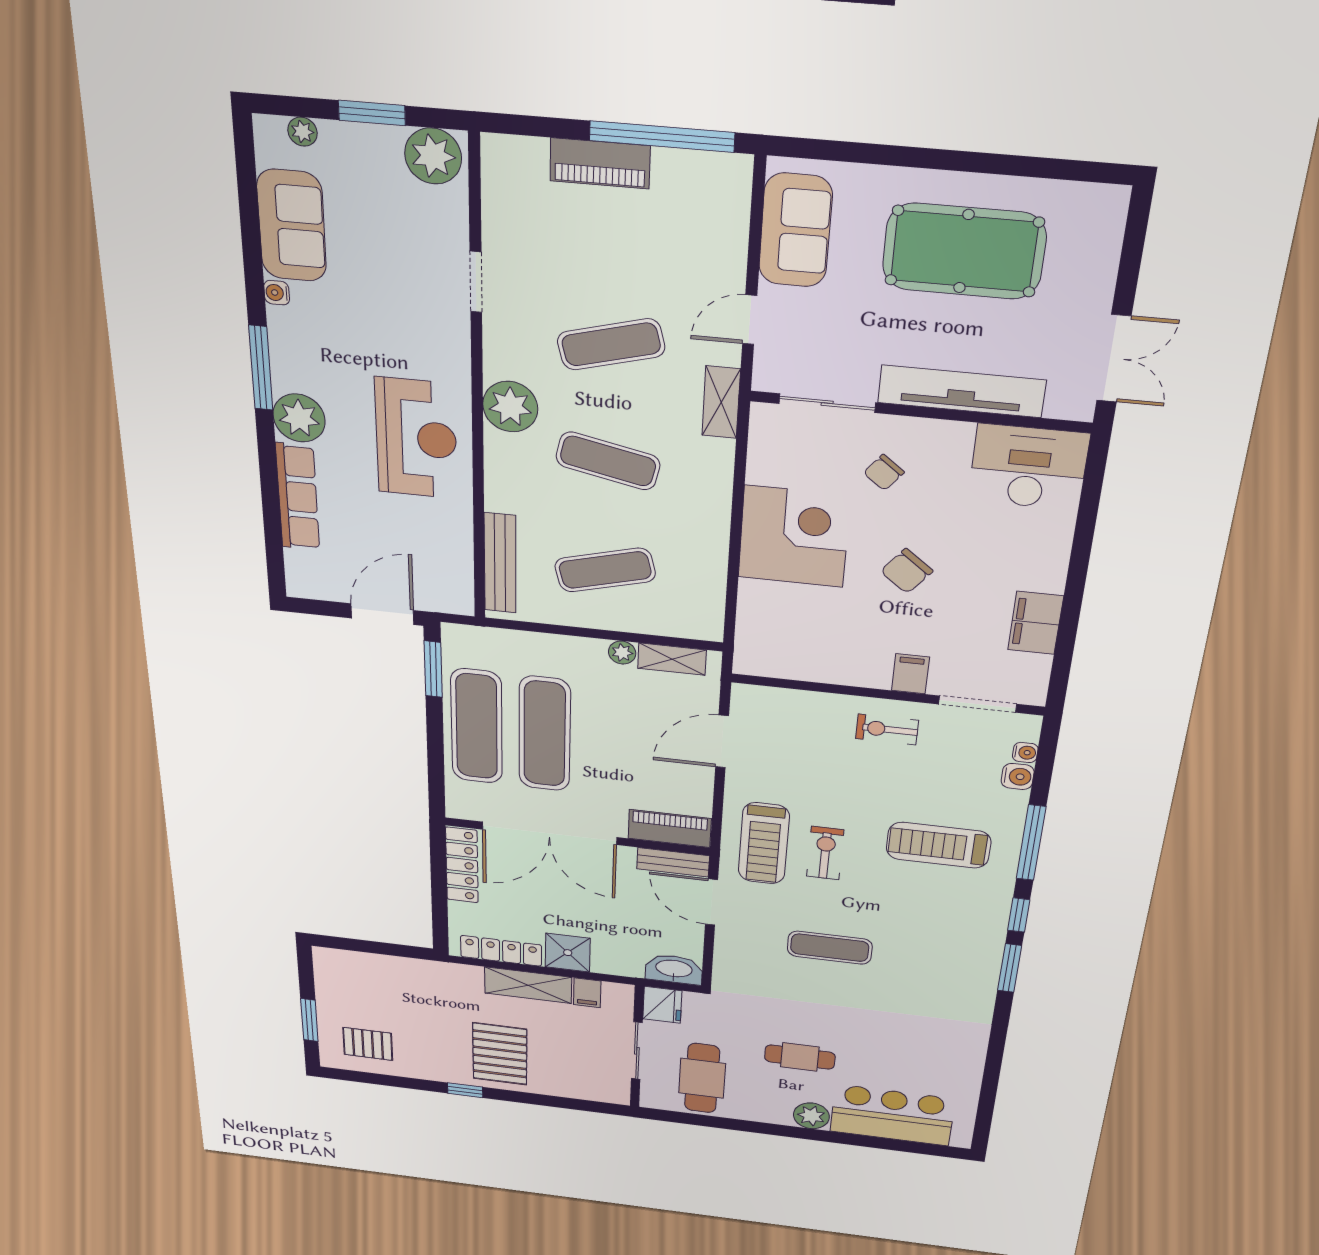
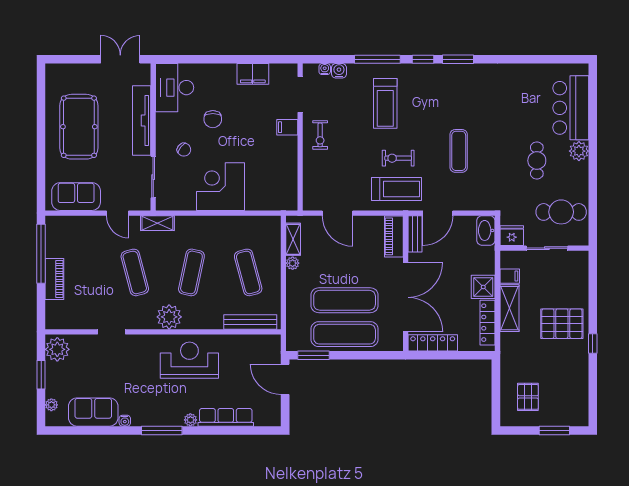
plant: (299, 418) -> (190, 420), width x0.53, depth x0.53
chair: (907, 571) -> (213, 119), moved, turned 52
pallet: (368, 1044) -> (528, 397), moved

